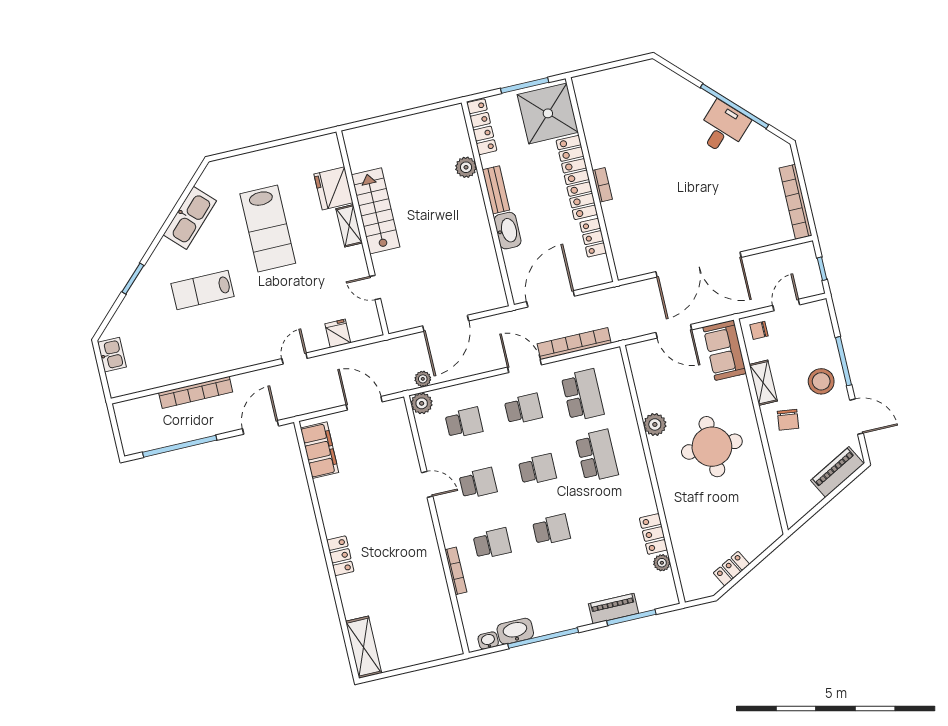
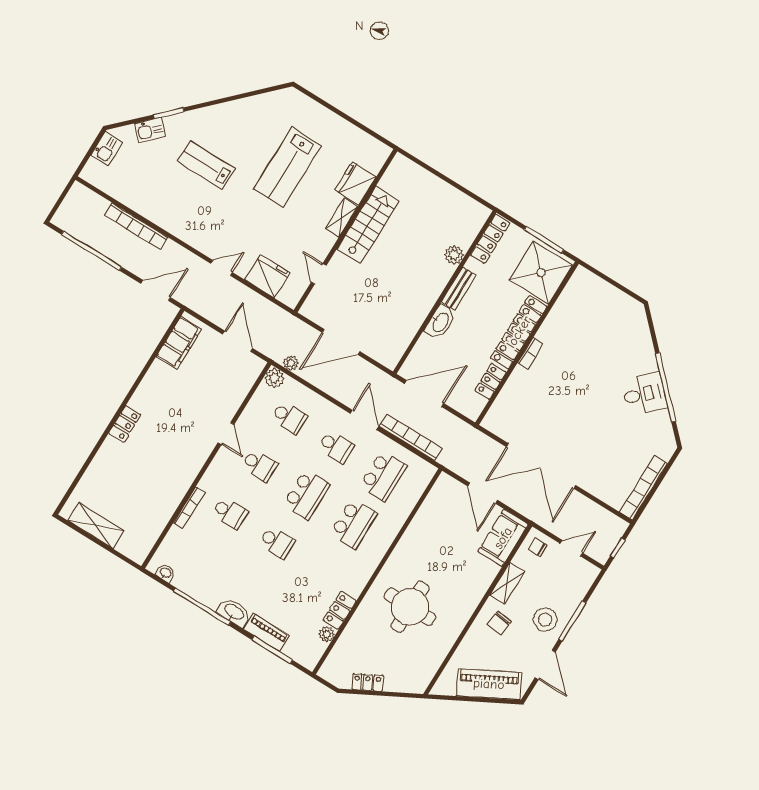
kitchen sink: (190, 218) -> (150, 130), moved, width x0.53, depth x0.81
fridge: (338, 333) -> (267, 276), width x1.88, depth x1.34
plant: (655, 424) -> (411, 541), removed
round table: (712, 447) -> (410, 607), moved
school desk: (537, 469) -> (306, 495), width x1.85
piano: (837, 472) -> (489, 684), width x1.37, depth x1.33
washbasin: (515, 631) -> (234, 612), moved
shelving: (364, 647) -> (96, 526), moved, turned 90

